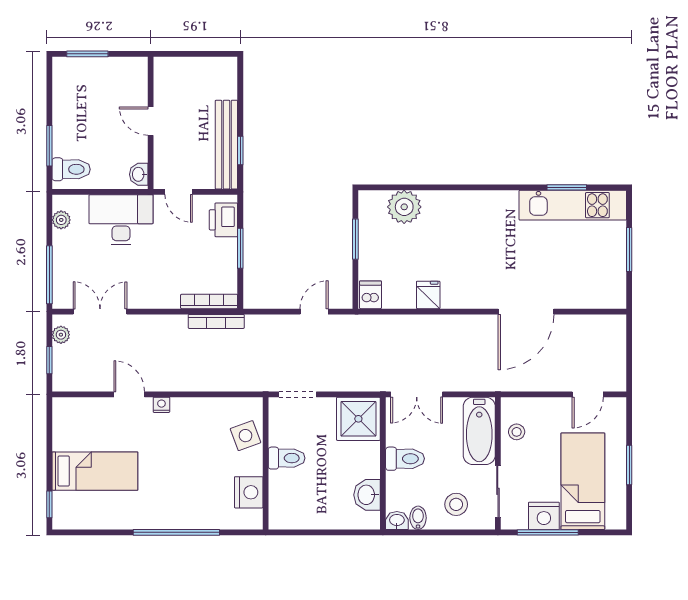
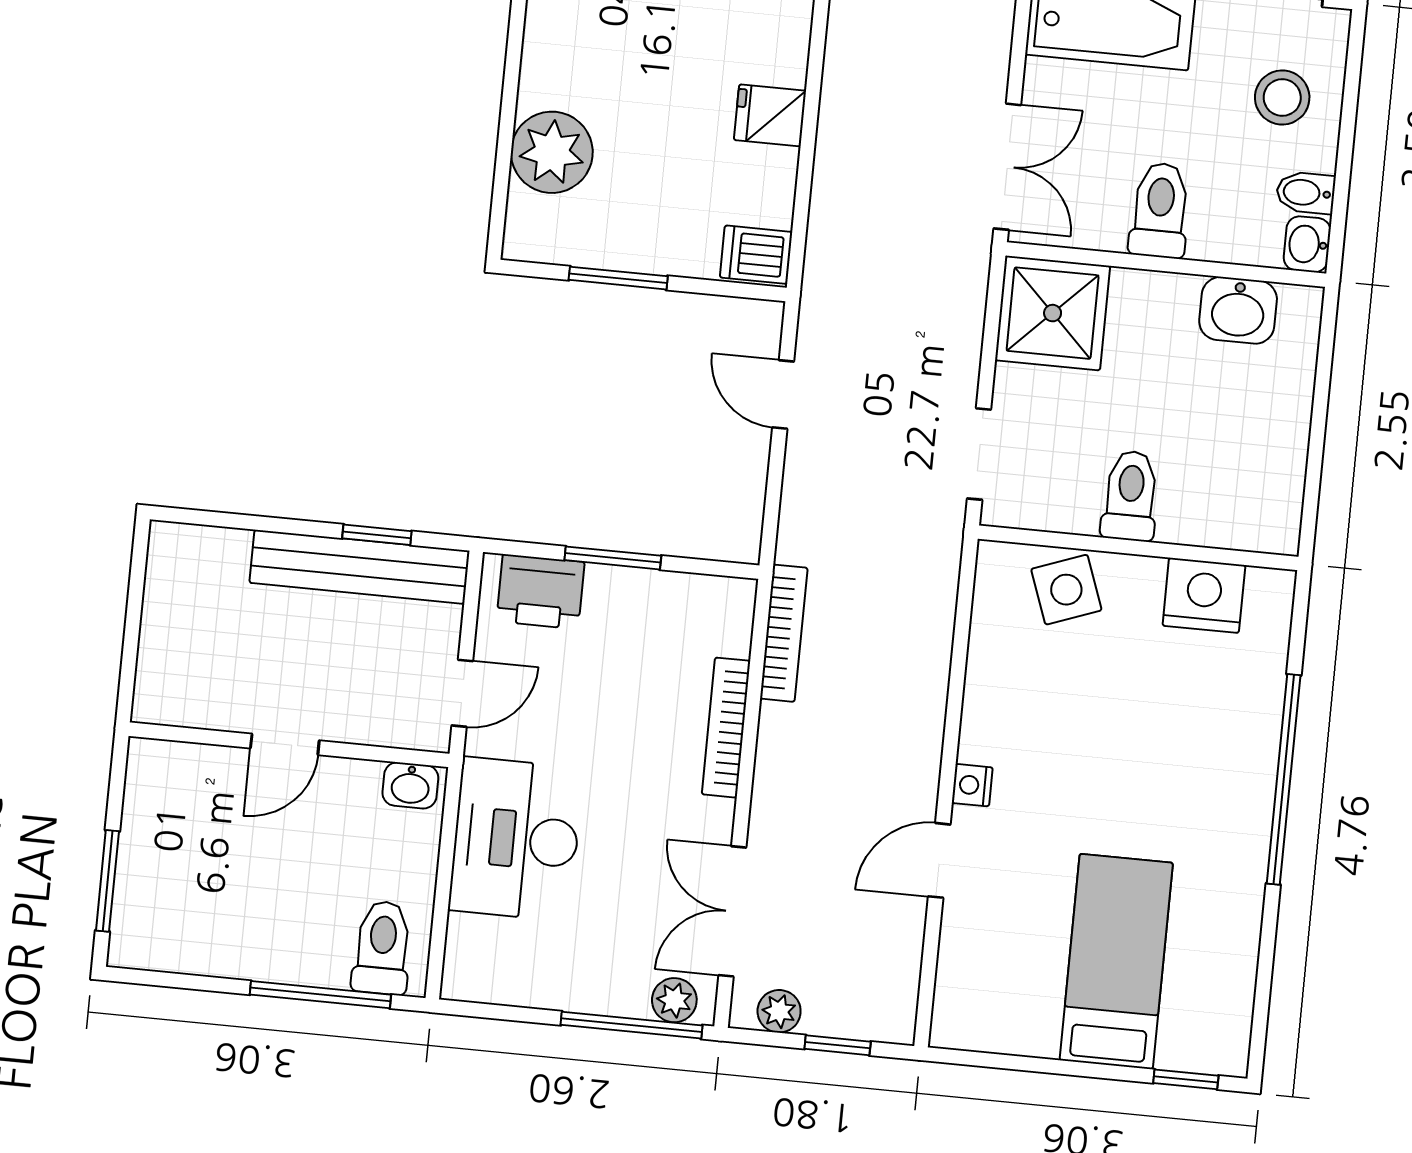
window: (49, 146) -> (320, 995), width x1.44
plant: (61, 220) -> (674, 1000), moved
bookcase: (209, 301) -> (726, 728), moved

